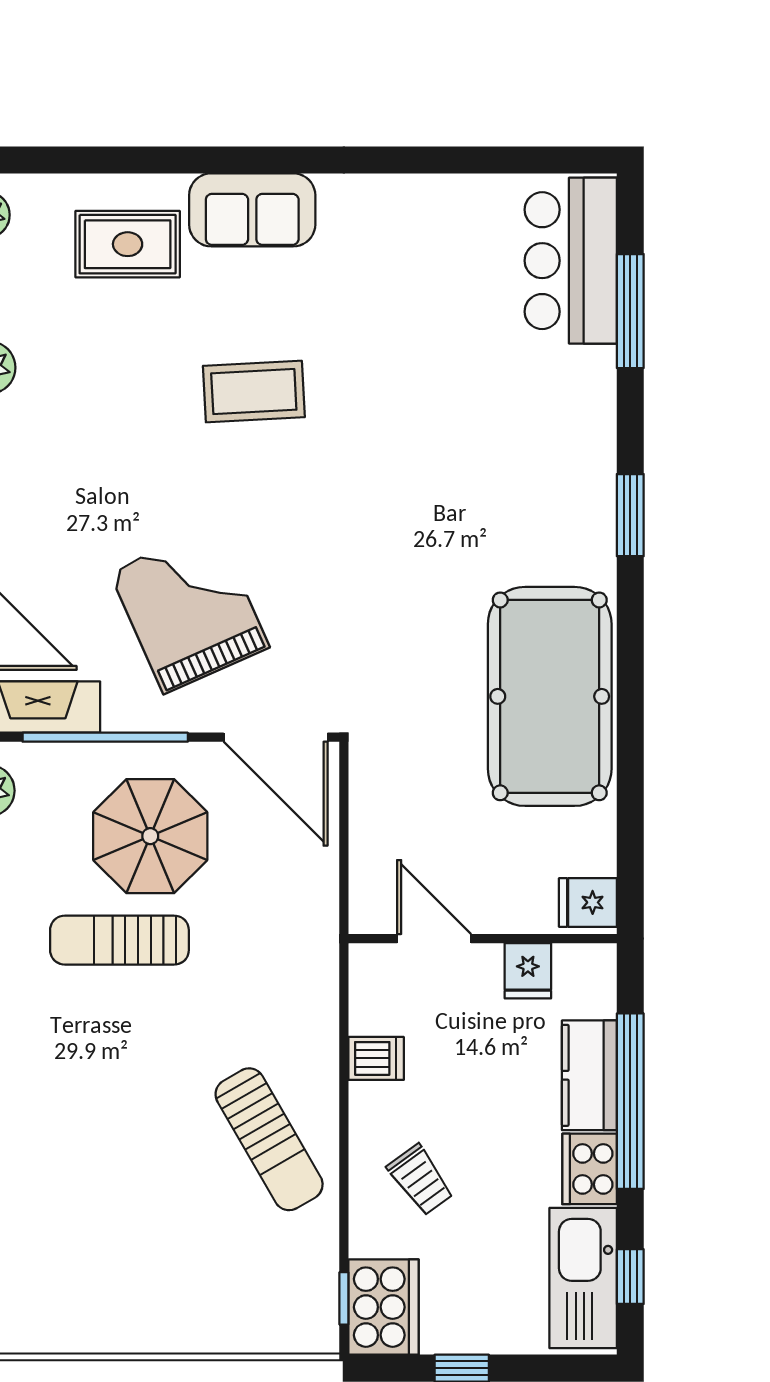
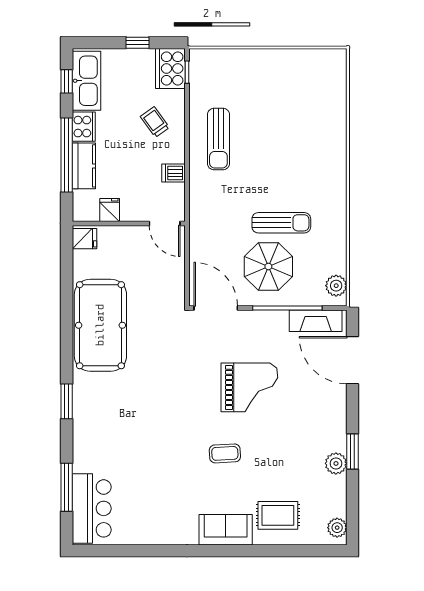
coffee table: (254, 391) -> (225, 453), width x0.73, depth x0.77
grand piano: (189, 610) -> (249, 387), moved, turned -66
door: (434, 939) -> (165, 223), moved
sun lounger: (269, 1139) -> (218, 139), turned -150

